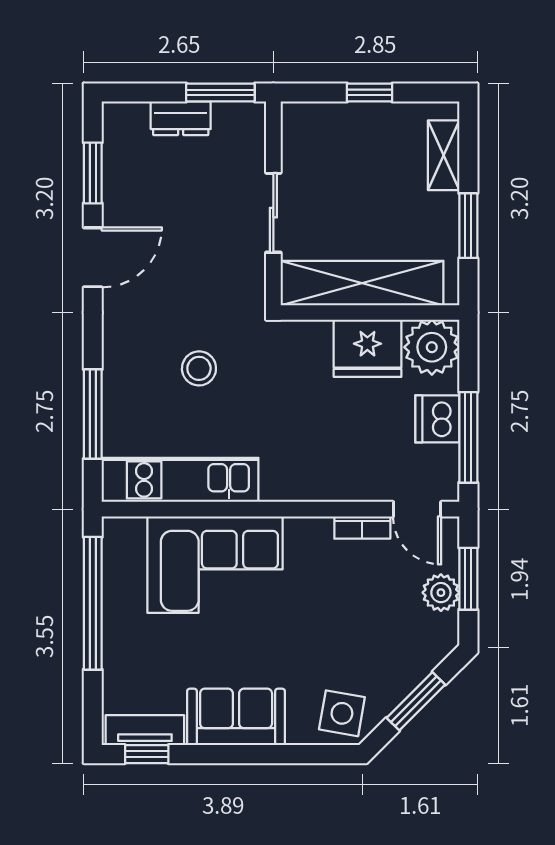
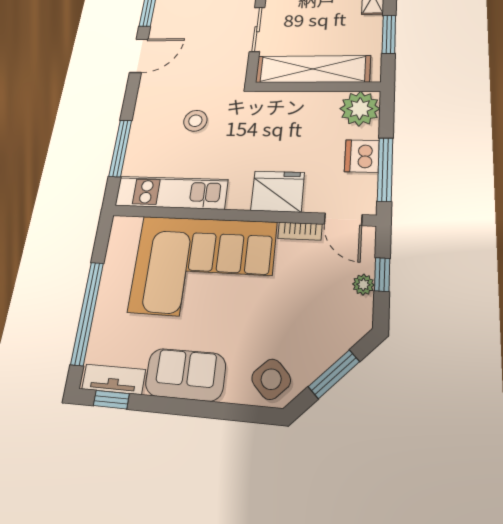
fridge: (367, 348) -> (278, 191), moved, turned 180
corner sofa: (215, 565) -> (203, 267), width x1.36, depth x1.36
window: (468, 579) -> (382, 275), width x0.67
plant: (441, 593) -> (363, 285), width x0.73, depth x0.73
window: (93, 603) -> (87, 313), moved
side table: (342, 713) -> (271, 379), turned 36

